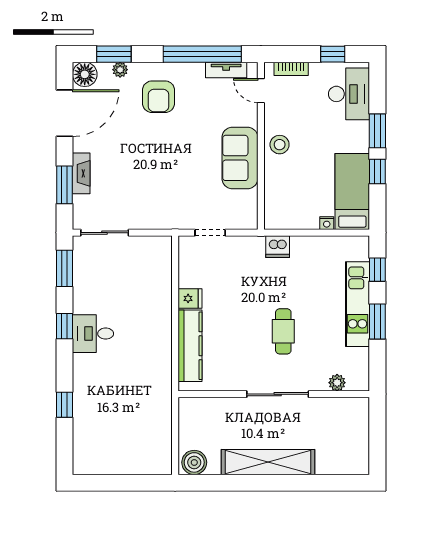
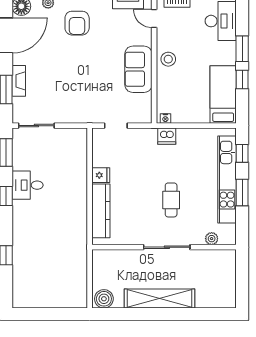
nightstand: (327, 223) -> (165, 118), moved
kitchen unit: (358, 304) -> (227, 180), width x1.36
desk: (93, 334) -> (28, 185), moved

